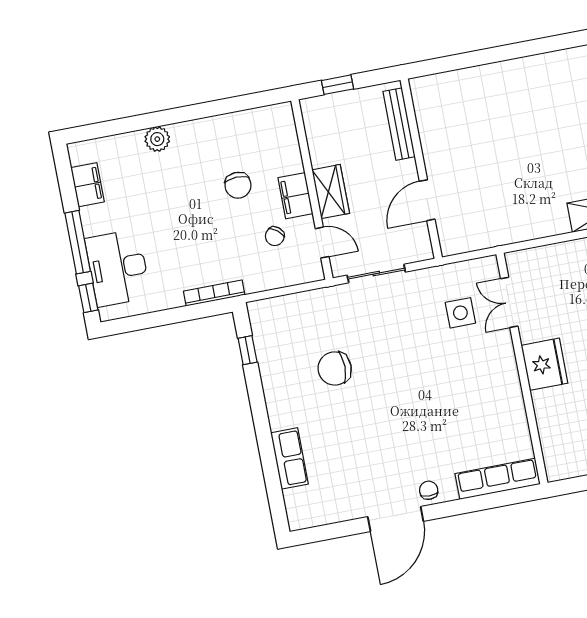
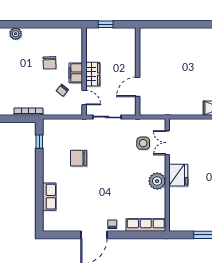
bench: (399, 124) -> (131, 48), removed
plant: (503, 385) -> (157, 181), added

